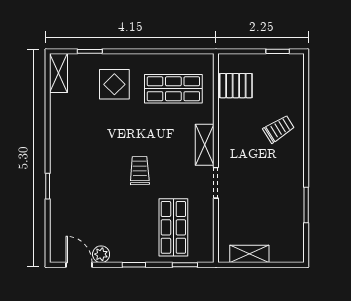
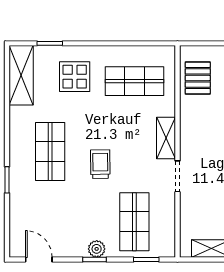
shelving: (59, 73) -> (21, 75), width x1.50, depth x1.33
pallet: (236, 86) -> (198, 78), turned 90
shop shelf: (90, 158) -> (50, 151), added
plant: (101, 254) -> (97, 249), moved

